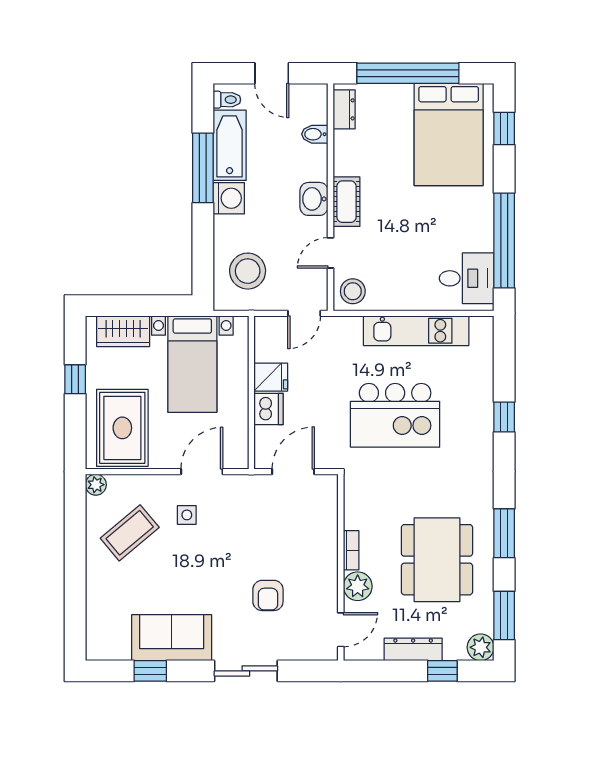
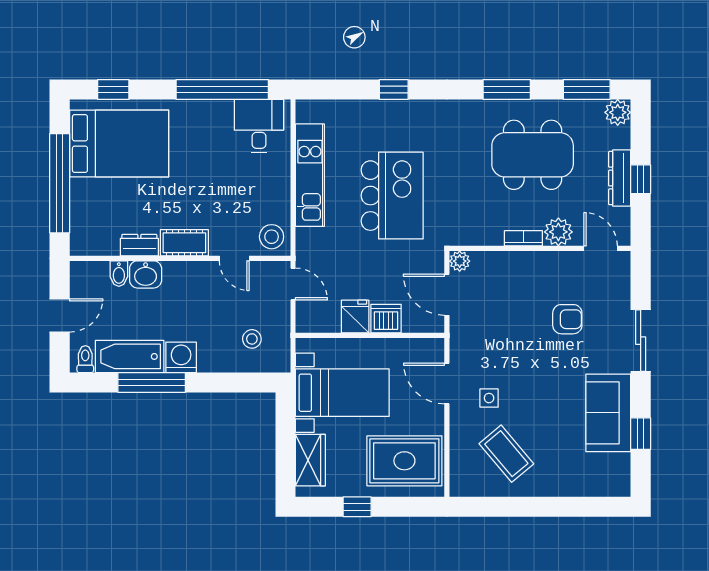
dresser: (344, 109) -> (139, 245), moved
washbasin: (314, 199) -> (146, 274), moved
stool: (248, 271) -> (252, 339), width x0.53, depth x0.53
plant: (96, 485) -> (460, 261), moved
window: (442, 671) -> (641, 179), moved

